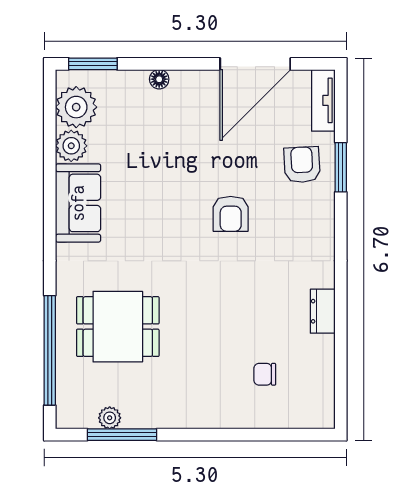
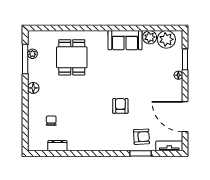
window: (93, 64) -> (185, 59), moved
armchair: (231, 214) -> (120, 106), turned 90
dresser: (323, 311) -> (57, 146), moved
window: (50, 350) -> (62, 28), removed
floor lamp: (189, 416) -> (33, 88), added

